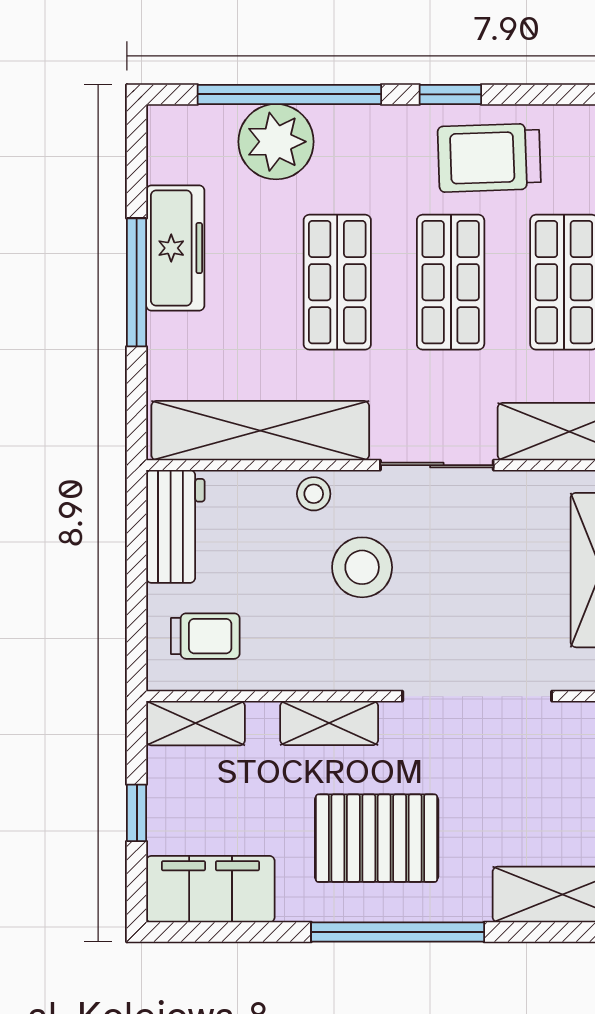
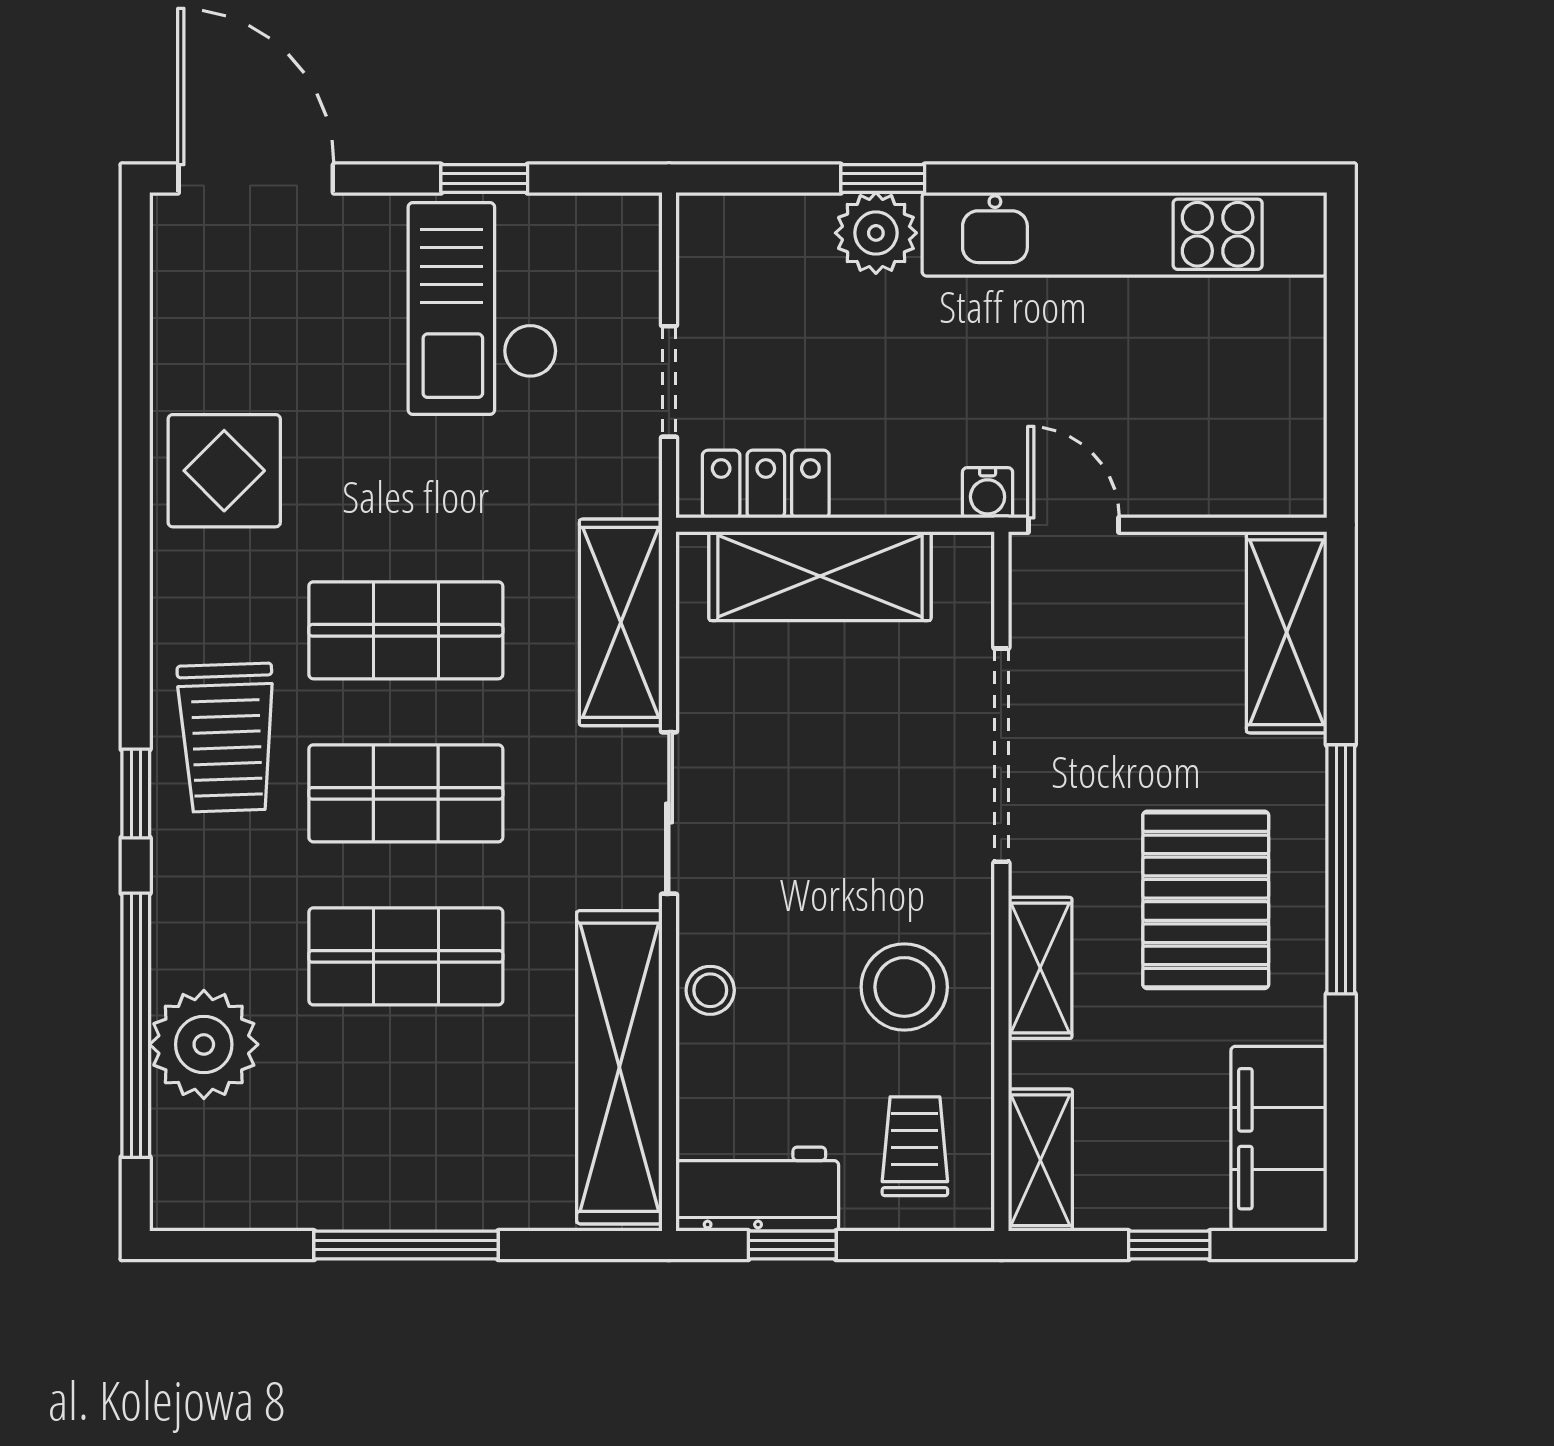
freezer: (175, 248) -> (357, 1189), removed
window: (137, 551) -> (792, 1245), added
stool: (362, 567) -> (904, 987), moved

